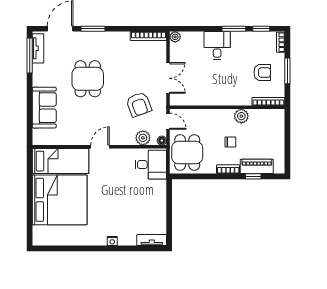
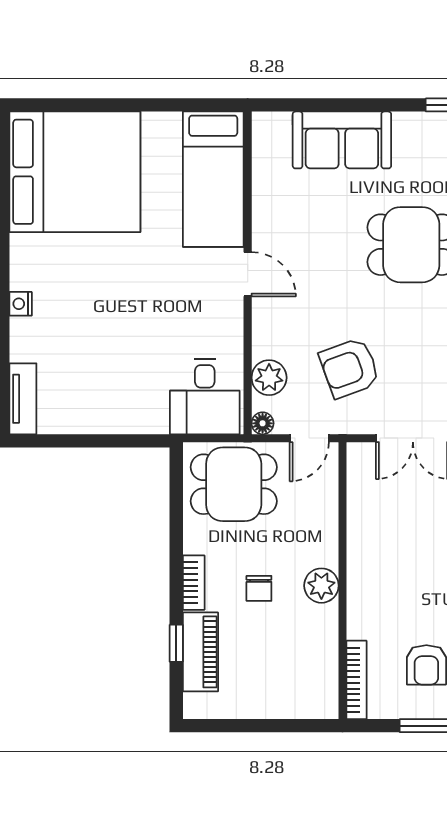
plant: (241, 116) -> (321, 586), moved
bed: (60, 200) -> (75, 172), moved, turned -90

